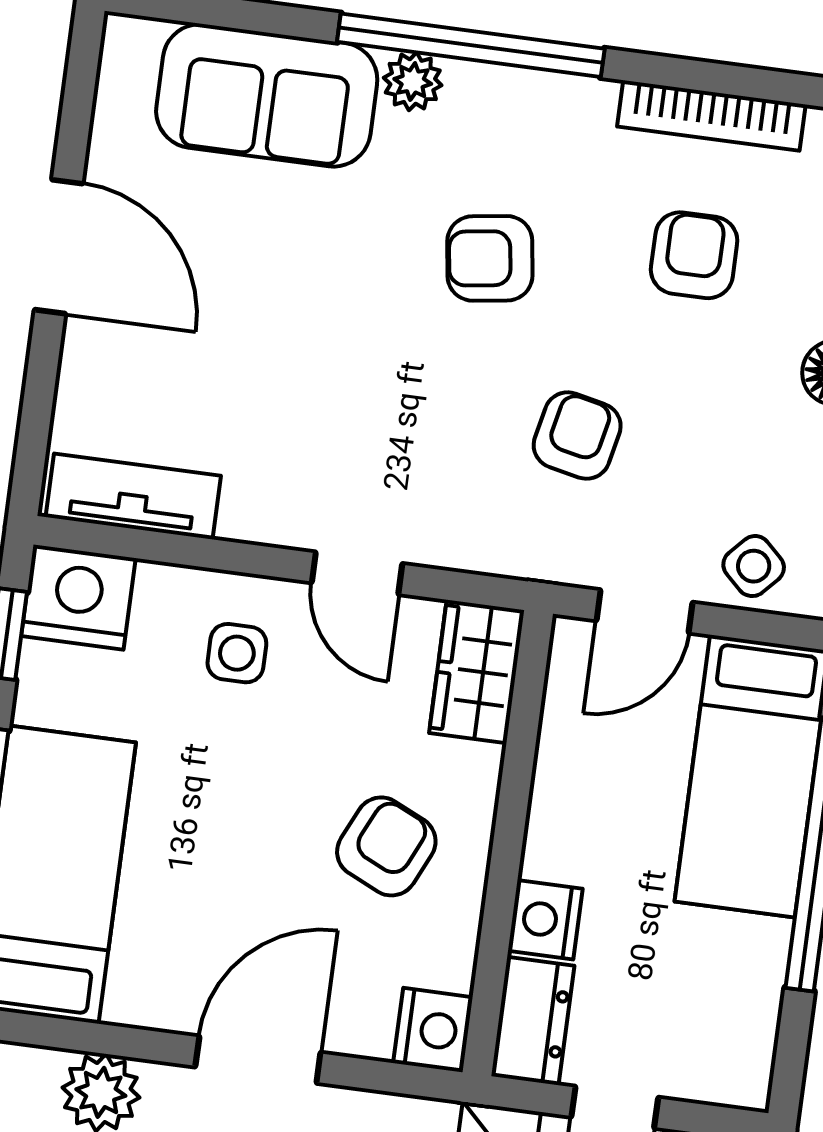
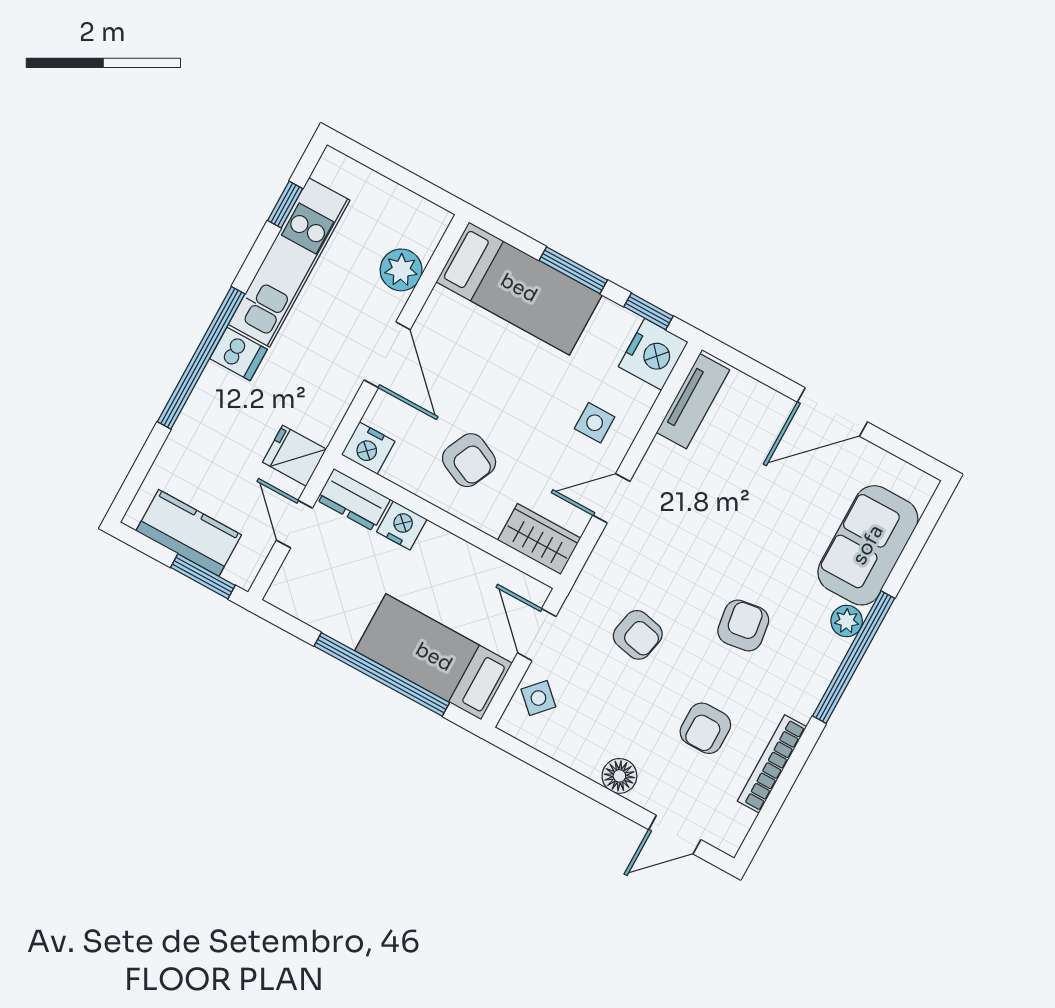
armchair: (694, 255) -> (705, 728), turned 90

